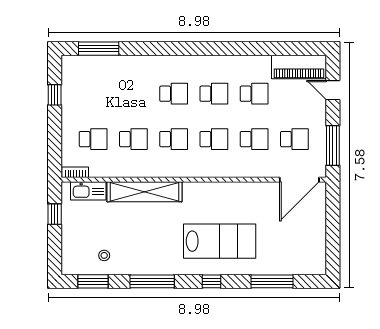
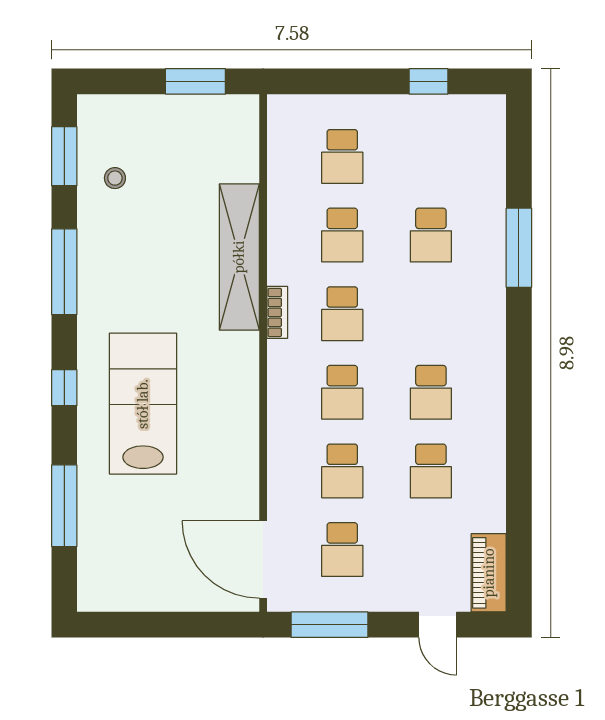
window: (99, 49) -> (519, 248), moved
piano: (299, 67) -> (489, 573), width x0.73, depth x0.75
door: (333, 90) -> (438, 625), swing flipped
school desk: (174, 94) -> (431, 235), moved
bookcase: (75, 172) -> (277, 312), moved
kitchen sink: (88, 191) -> (241, 147), removed
window: (55, 214) -> (195, 81), width x1.50
lab bench: (220, 241) -> (143, 404), turned 180

